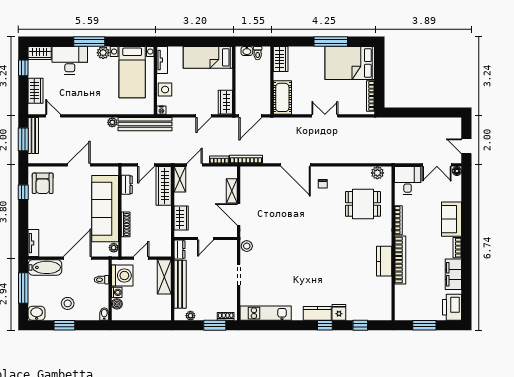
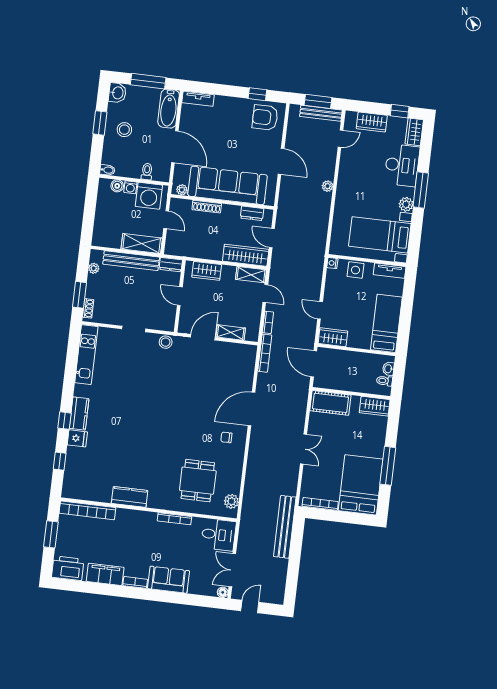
plant: (112, 122) -> (328, 186), moved
bench: (145, 124) -> (285, 527), moved
bookcase: (400, 260) -> (87, 510), moved

